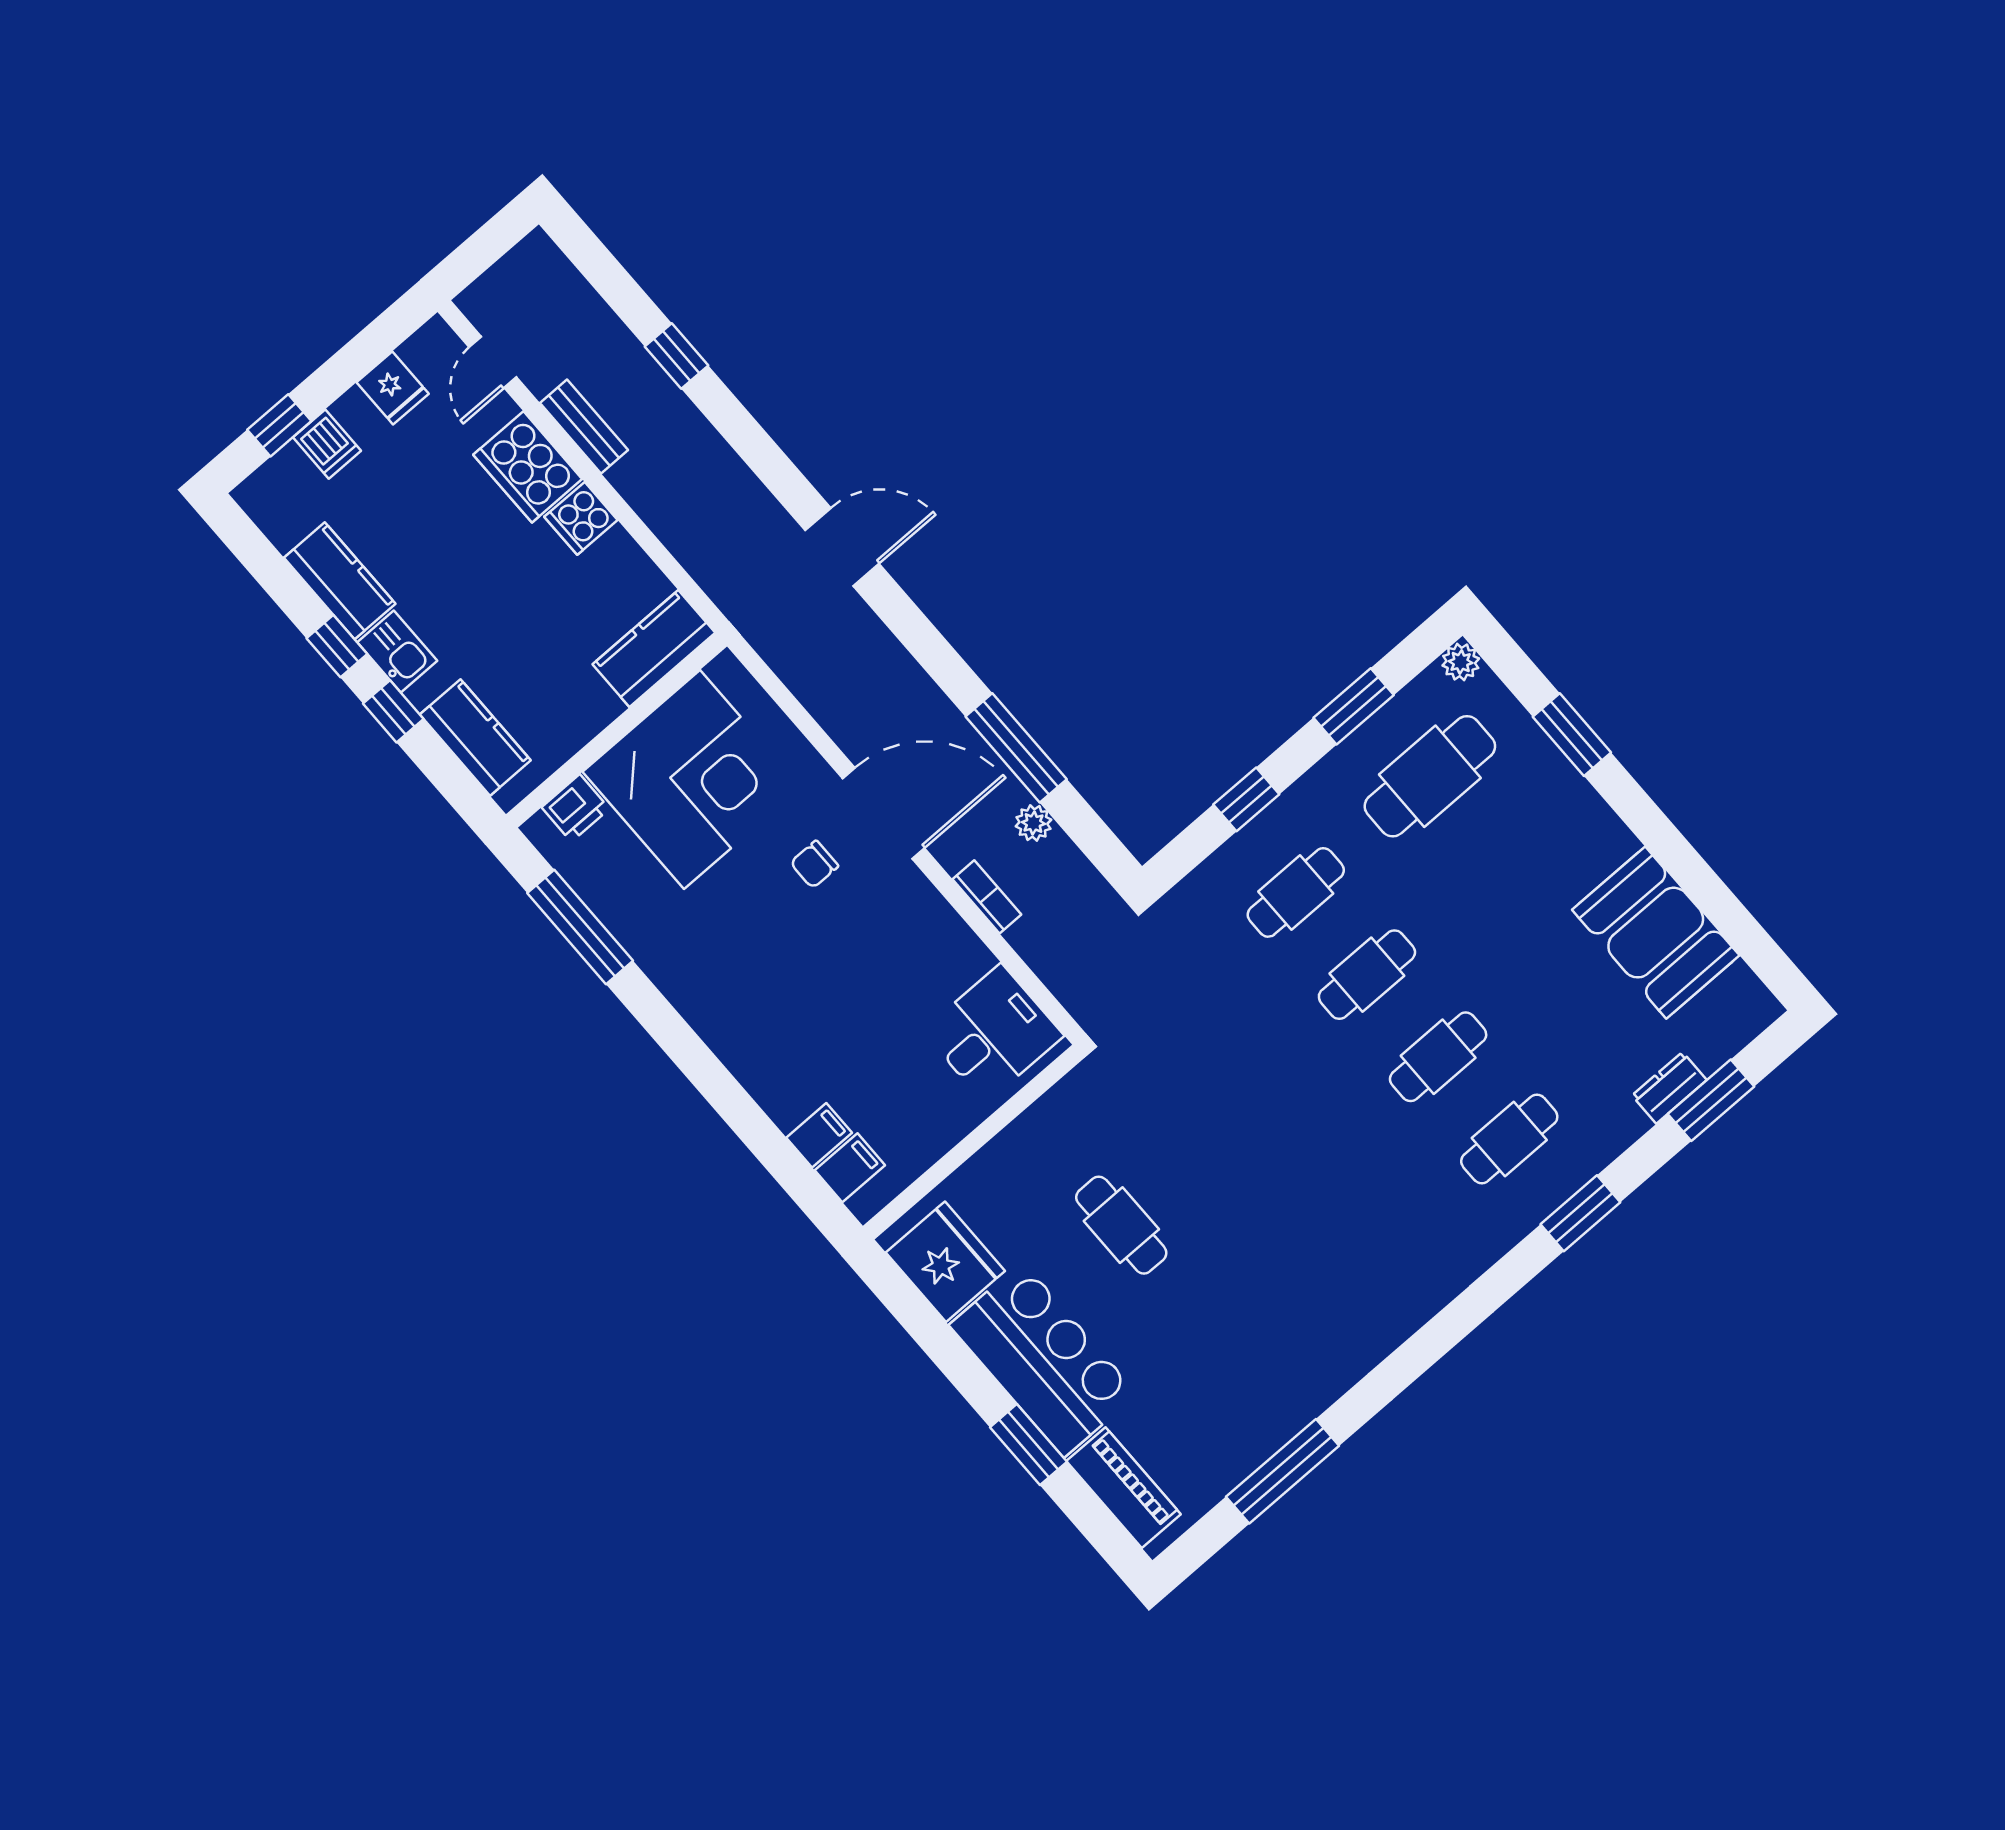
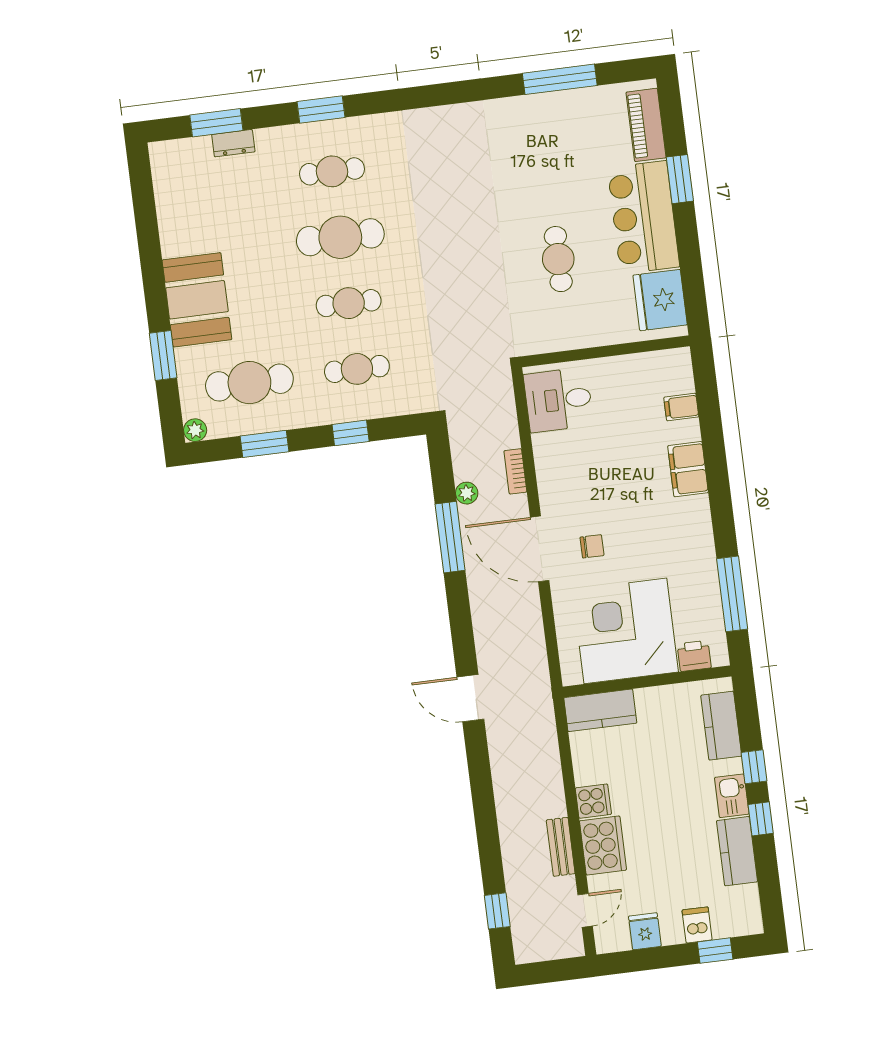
window: (677, 356) -> (497, 911), moved
booth: (1656, 933) -> (197, 300), moved
cafe table: (1438, 1057) -> (340, 237), width x1.37, depth x1.35
filing cabinet: (850, 1168) -> (688, 469), moved, width x2.00

